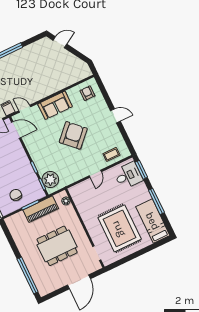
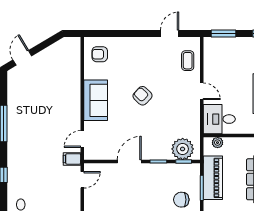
door: (115, 116) -> (170, 33), moved
door: (16, 130) -> (129, 162), moved
armchair: (73, 135) -> (142, 96), width x0.53, depth x0.53
desk: (128, 176) -> (219, 119), moved, turned -90

